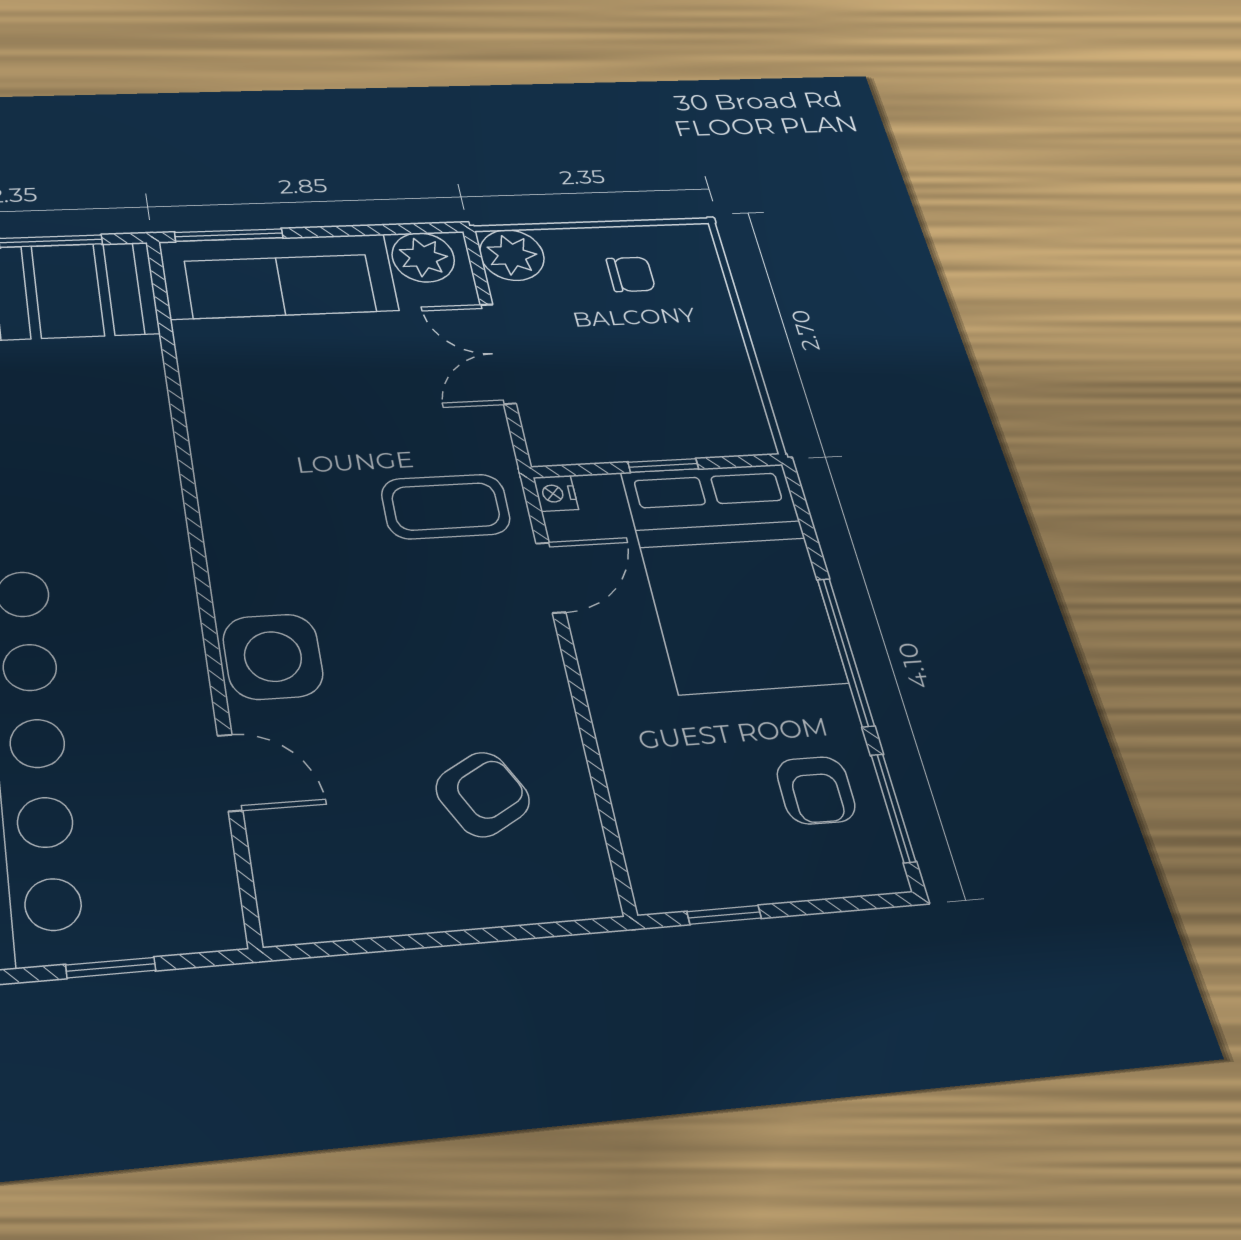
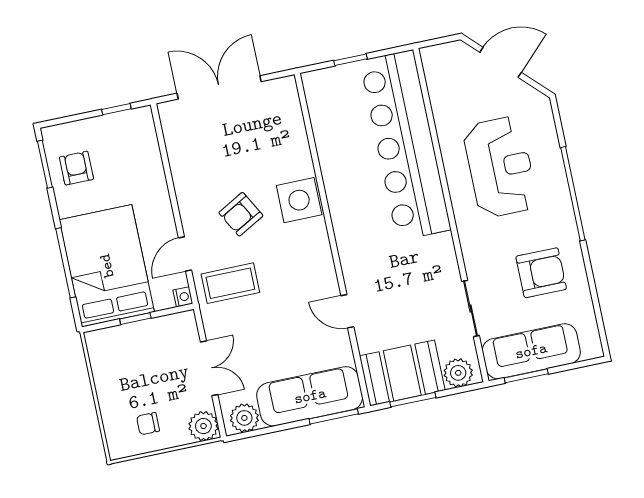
window: (845, 652) -> (66, 263), moved
door: (230, 773) -> (347, 311), moved
armchair: (483, 794) -> (241, 214), moved
double door: (462, 937) -> (219, 87), added

